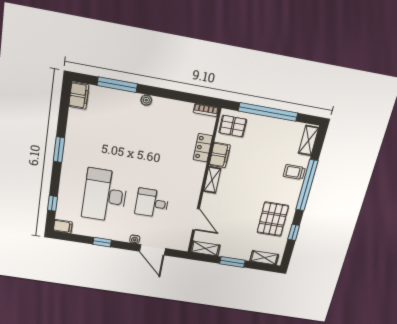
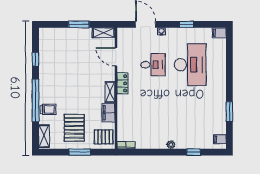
window: (117, 85) -> (193, 152), width x0.46
filing cabinet: (79, 96) -> (220, 139), width x0.50
window: (268, 112) -> (80, 152), width x0.47
locker: (203, 148) -> (122, 83), moved
window: (59, 150) -> (229, 112), moved
window: (52, 203) -> (229, 51), removed
pallet: (273, 219) -> (74, 128), moved
shelving: (264, 258) -> (54, 33), removed

